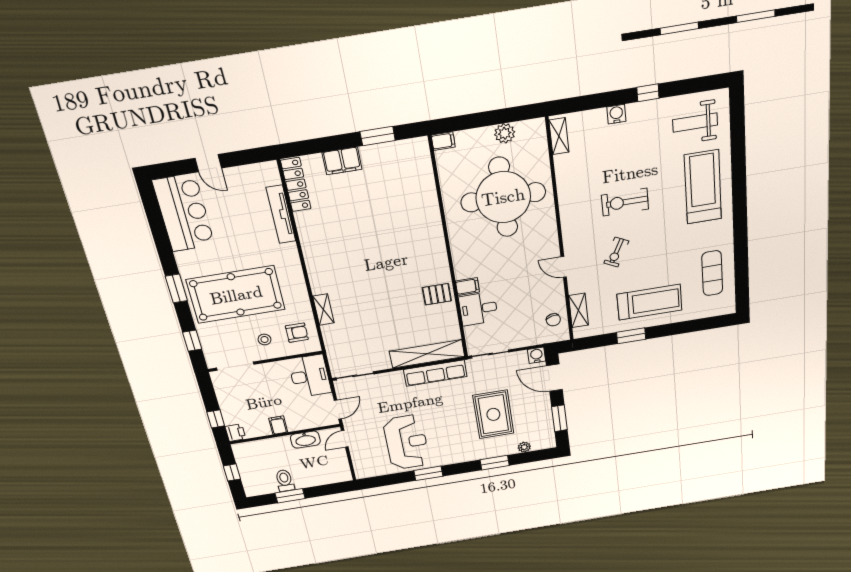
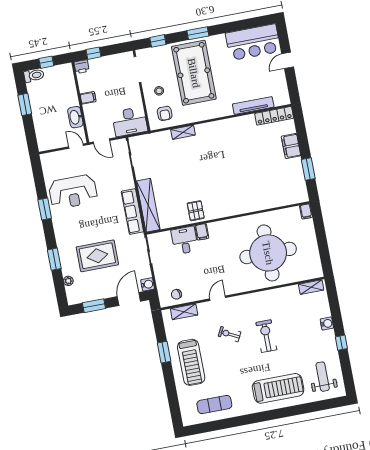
plant: (505, 133) -> (312, 251), removed
toilet: (285, 480) -> (34, 75), moved

